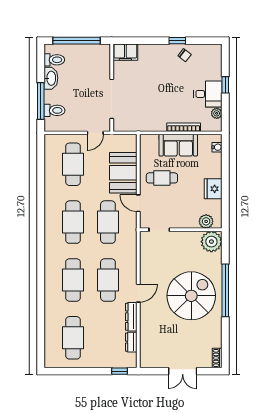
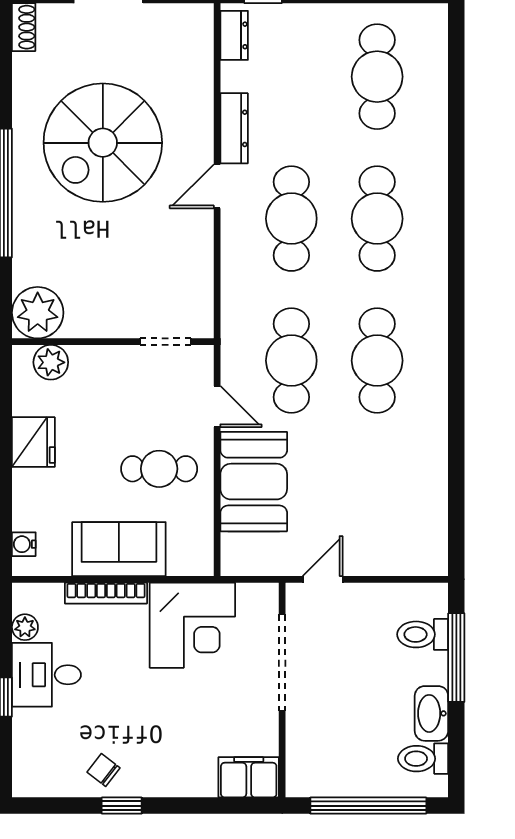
corner desk: (148, 114) -> (192, 625), added
cafe table: (73, 164) -> (377, 502), removed
spiral stairs: (191, 296) -> (103, 143), moved
dresser: (131, 342) -> (234, 35), moved

